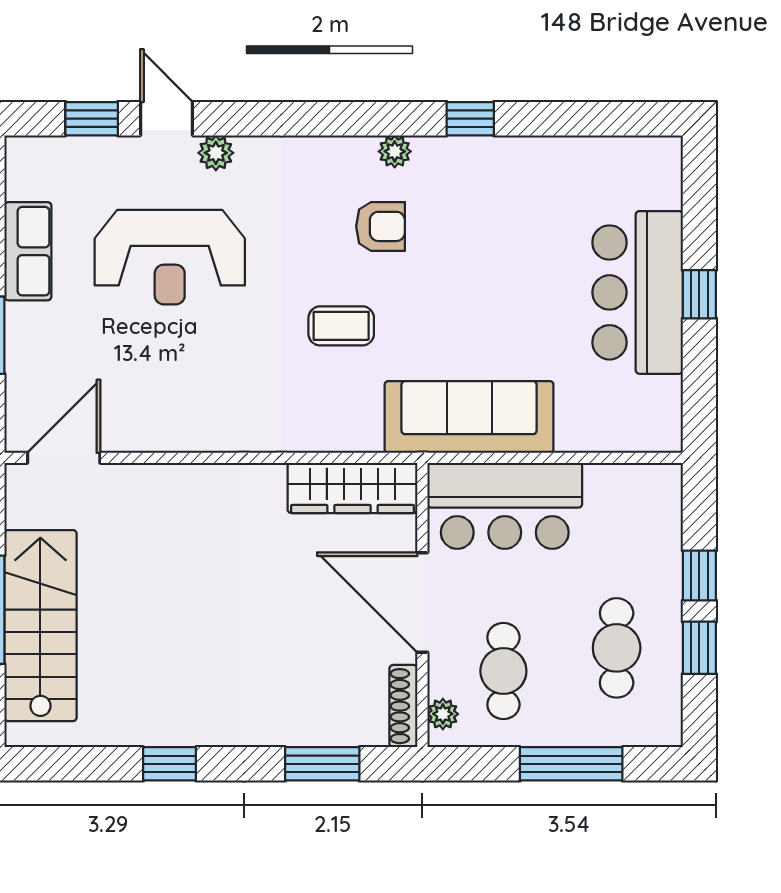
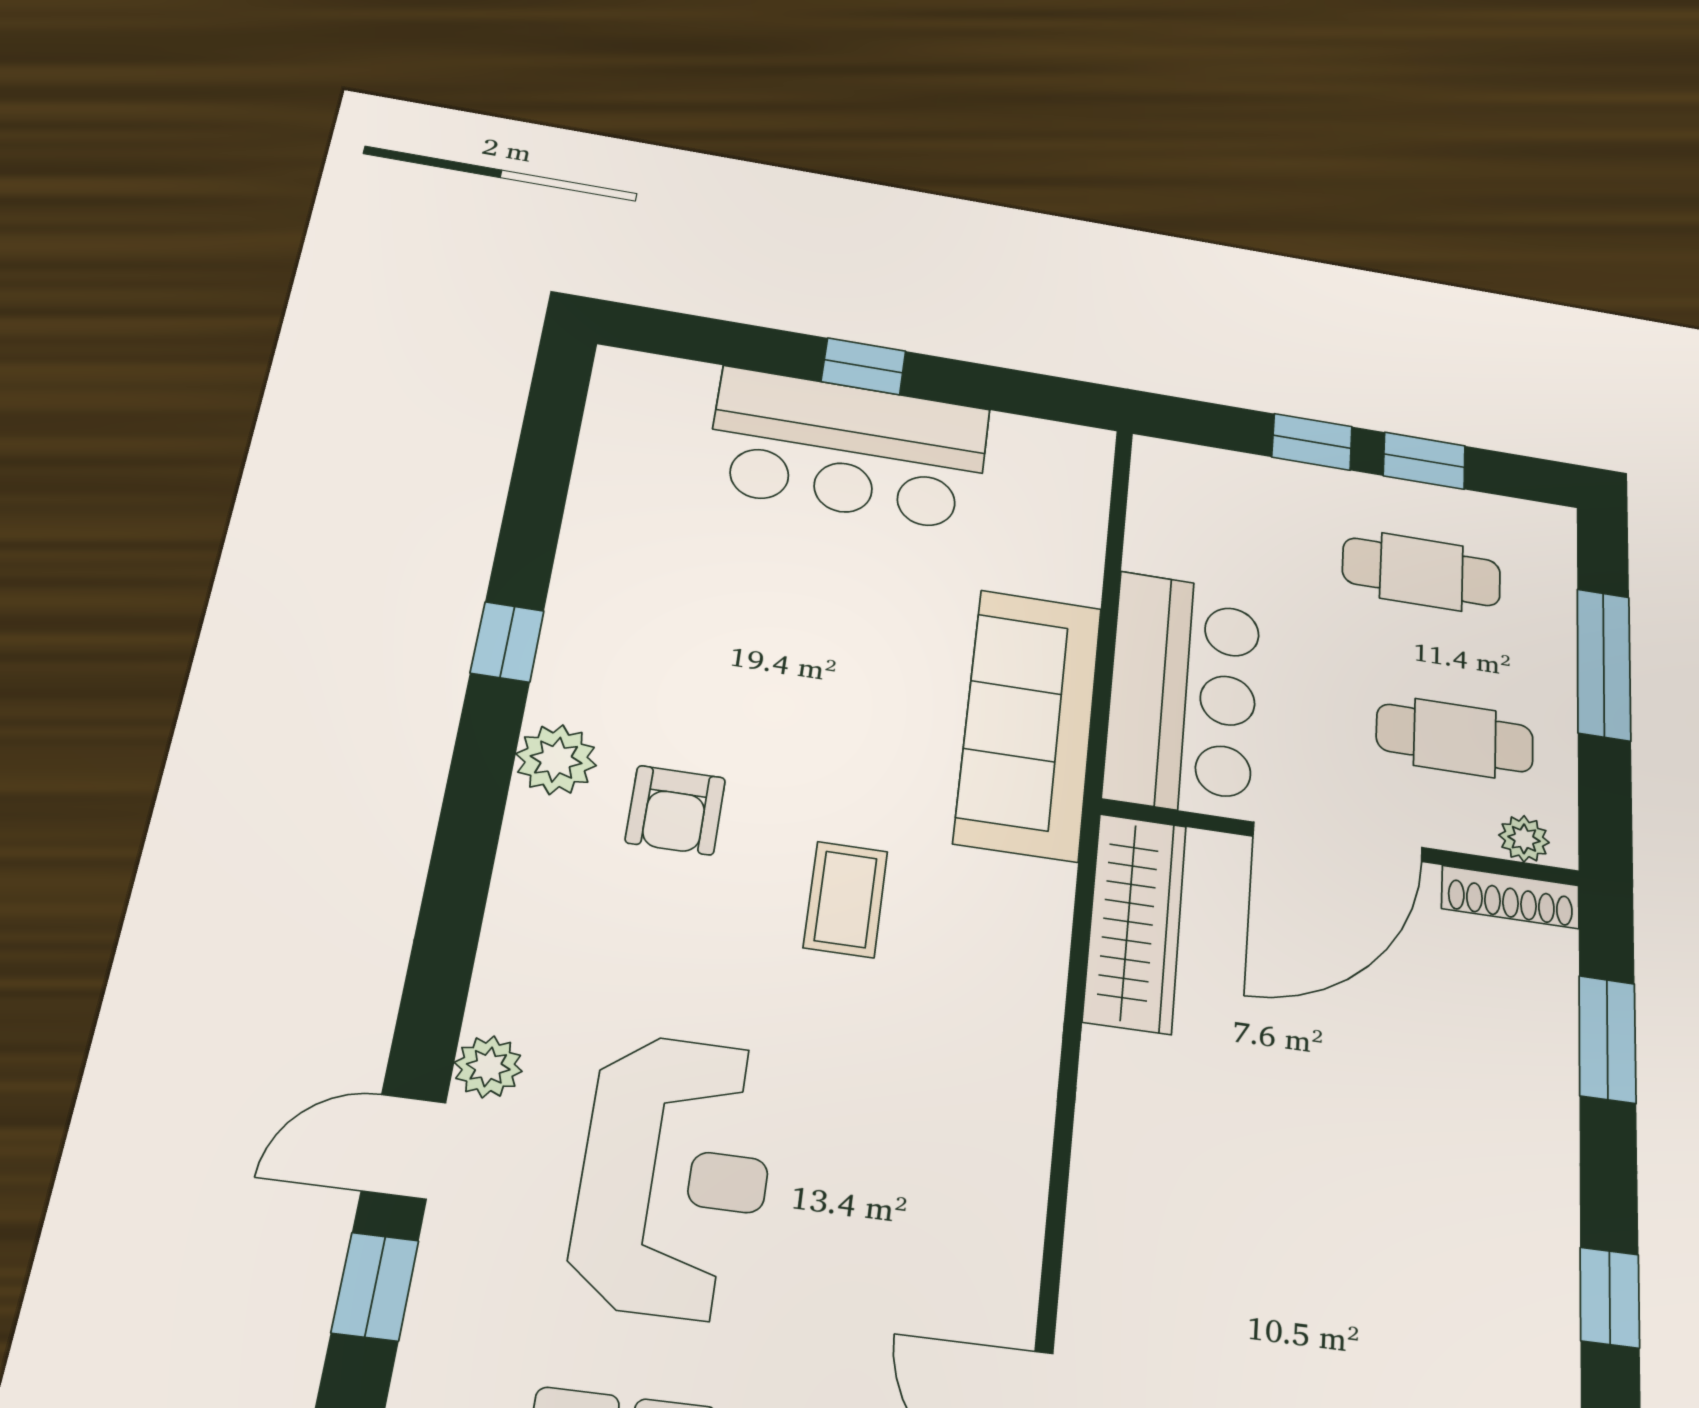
plant: (395, 151) -> (556, 760), width x1.38, depth x1.38
armchair: (381, 226) -> (675, 810), turned 180

